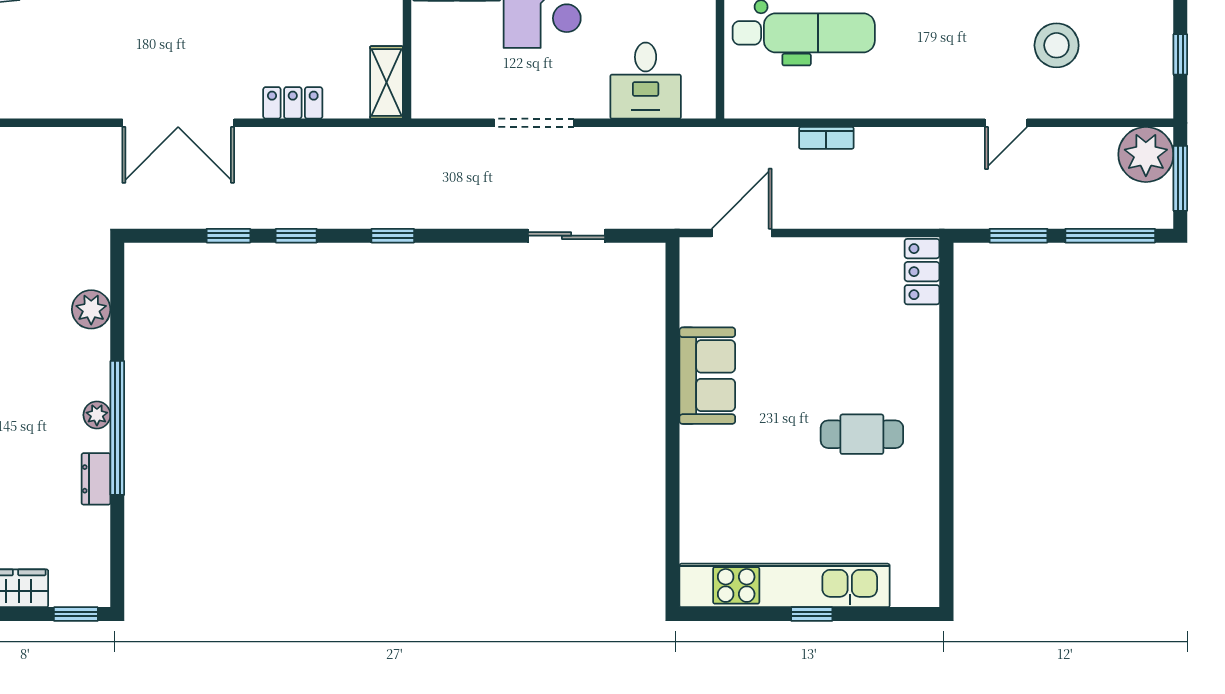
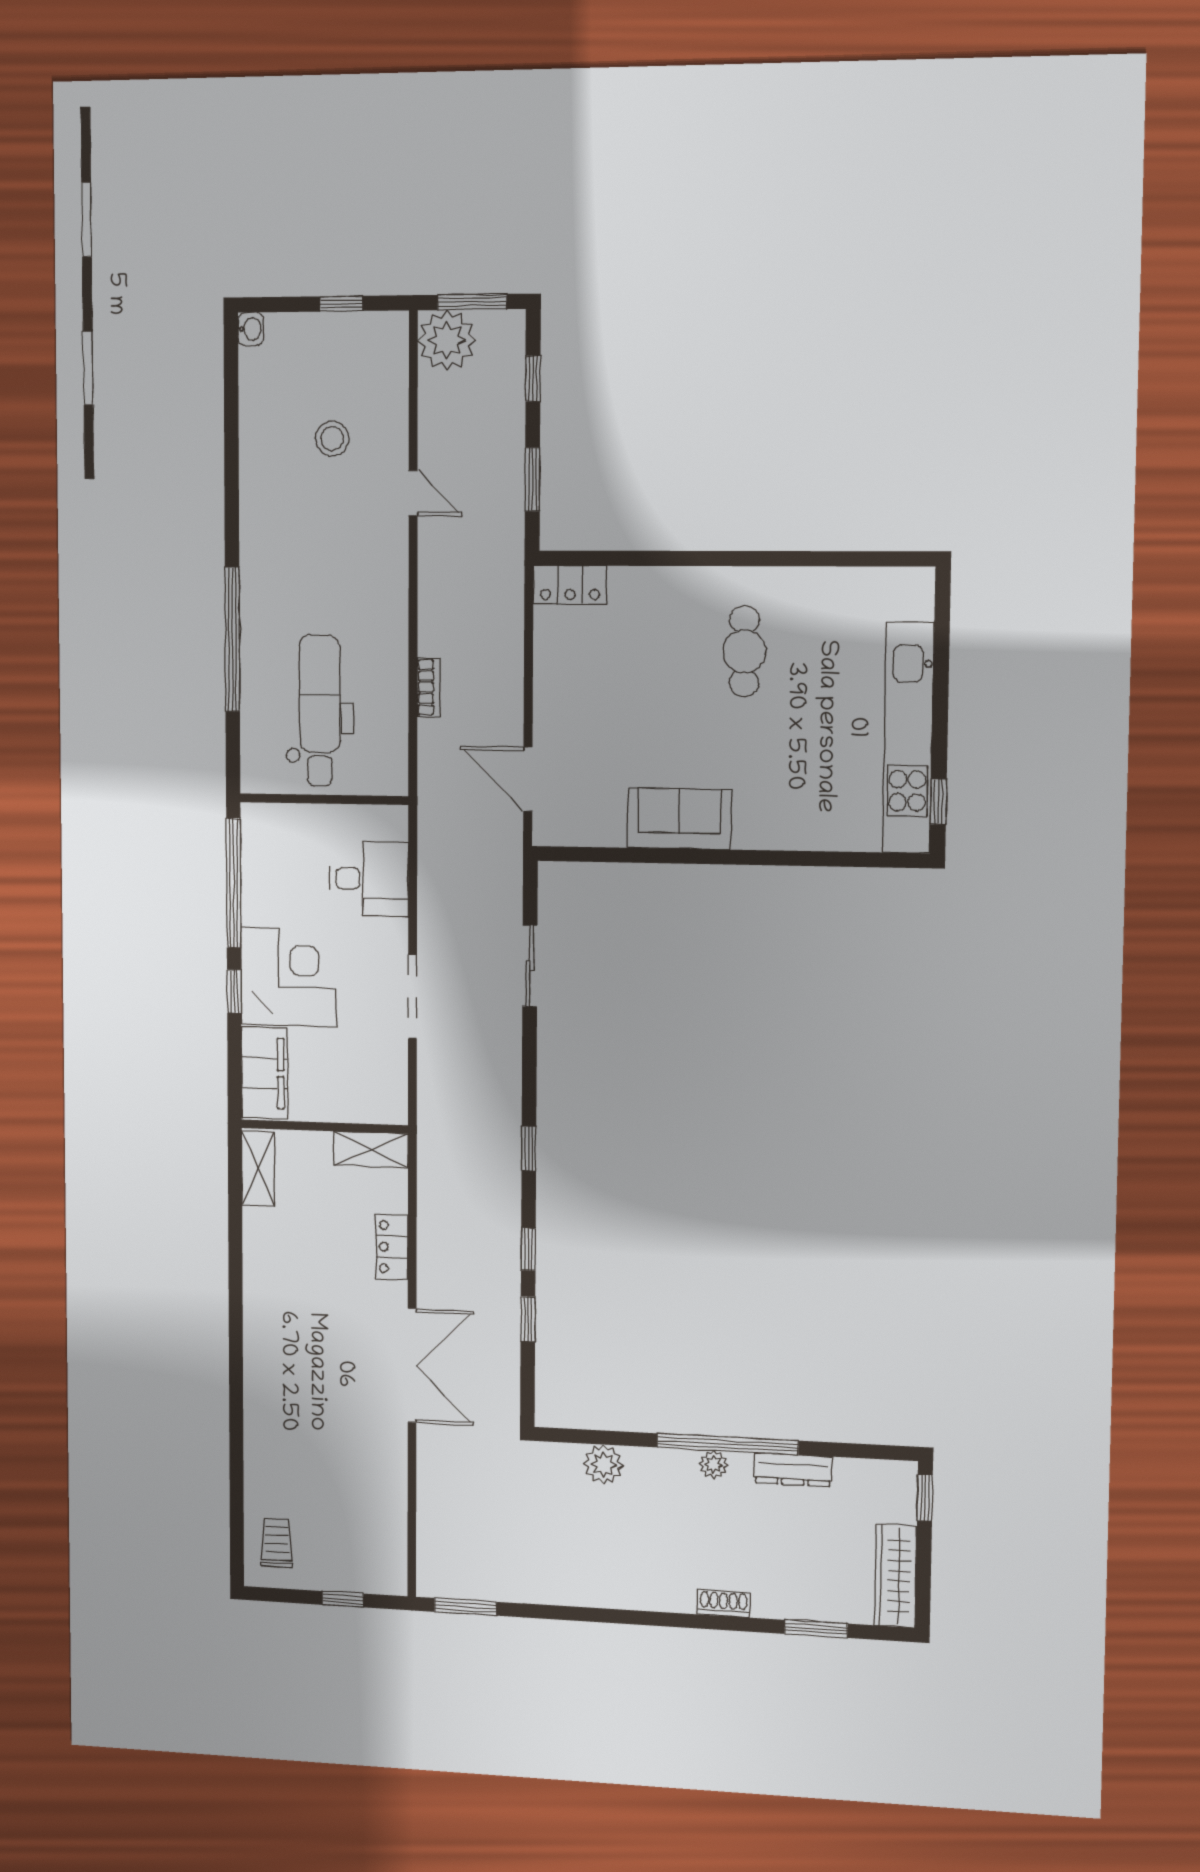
stool: (1057, 45) -> (332, 439), width x0.73, depth x0.73
window: (1110, 236) -> (533, 379), width x0.46
dresser: (96, 479) -> (793, 1470), width x1.44
window: (812, 614) -> (938, 802), moved

